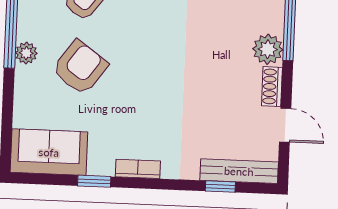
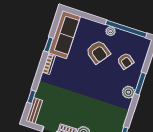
sofa: (49, 152) -> (64, 35), width x1.36
bench: (239, 171) -> (34, 111), width x0.73

